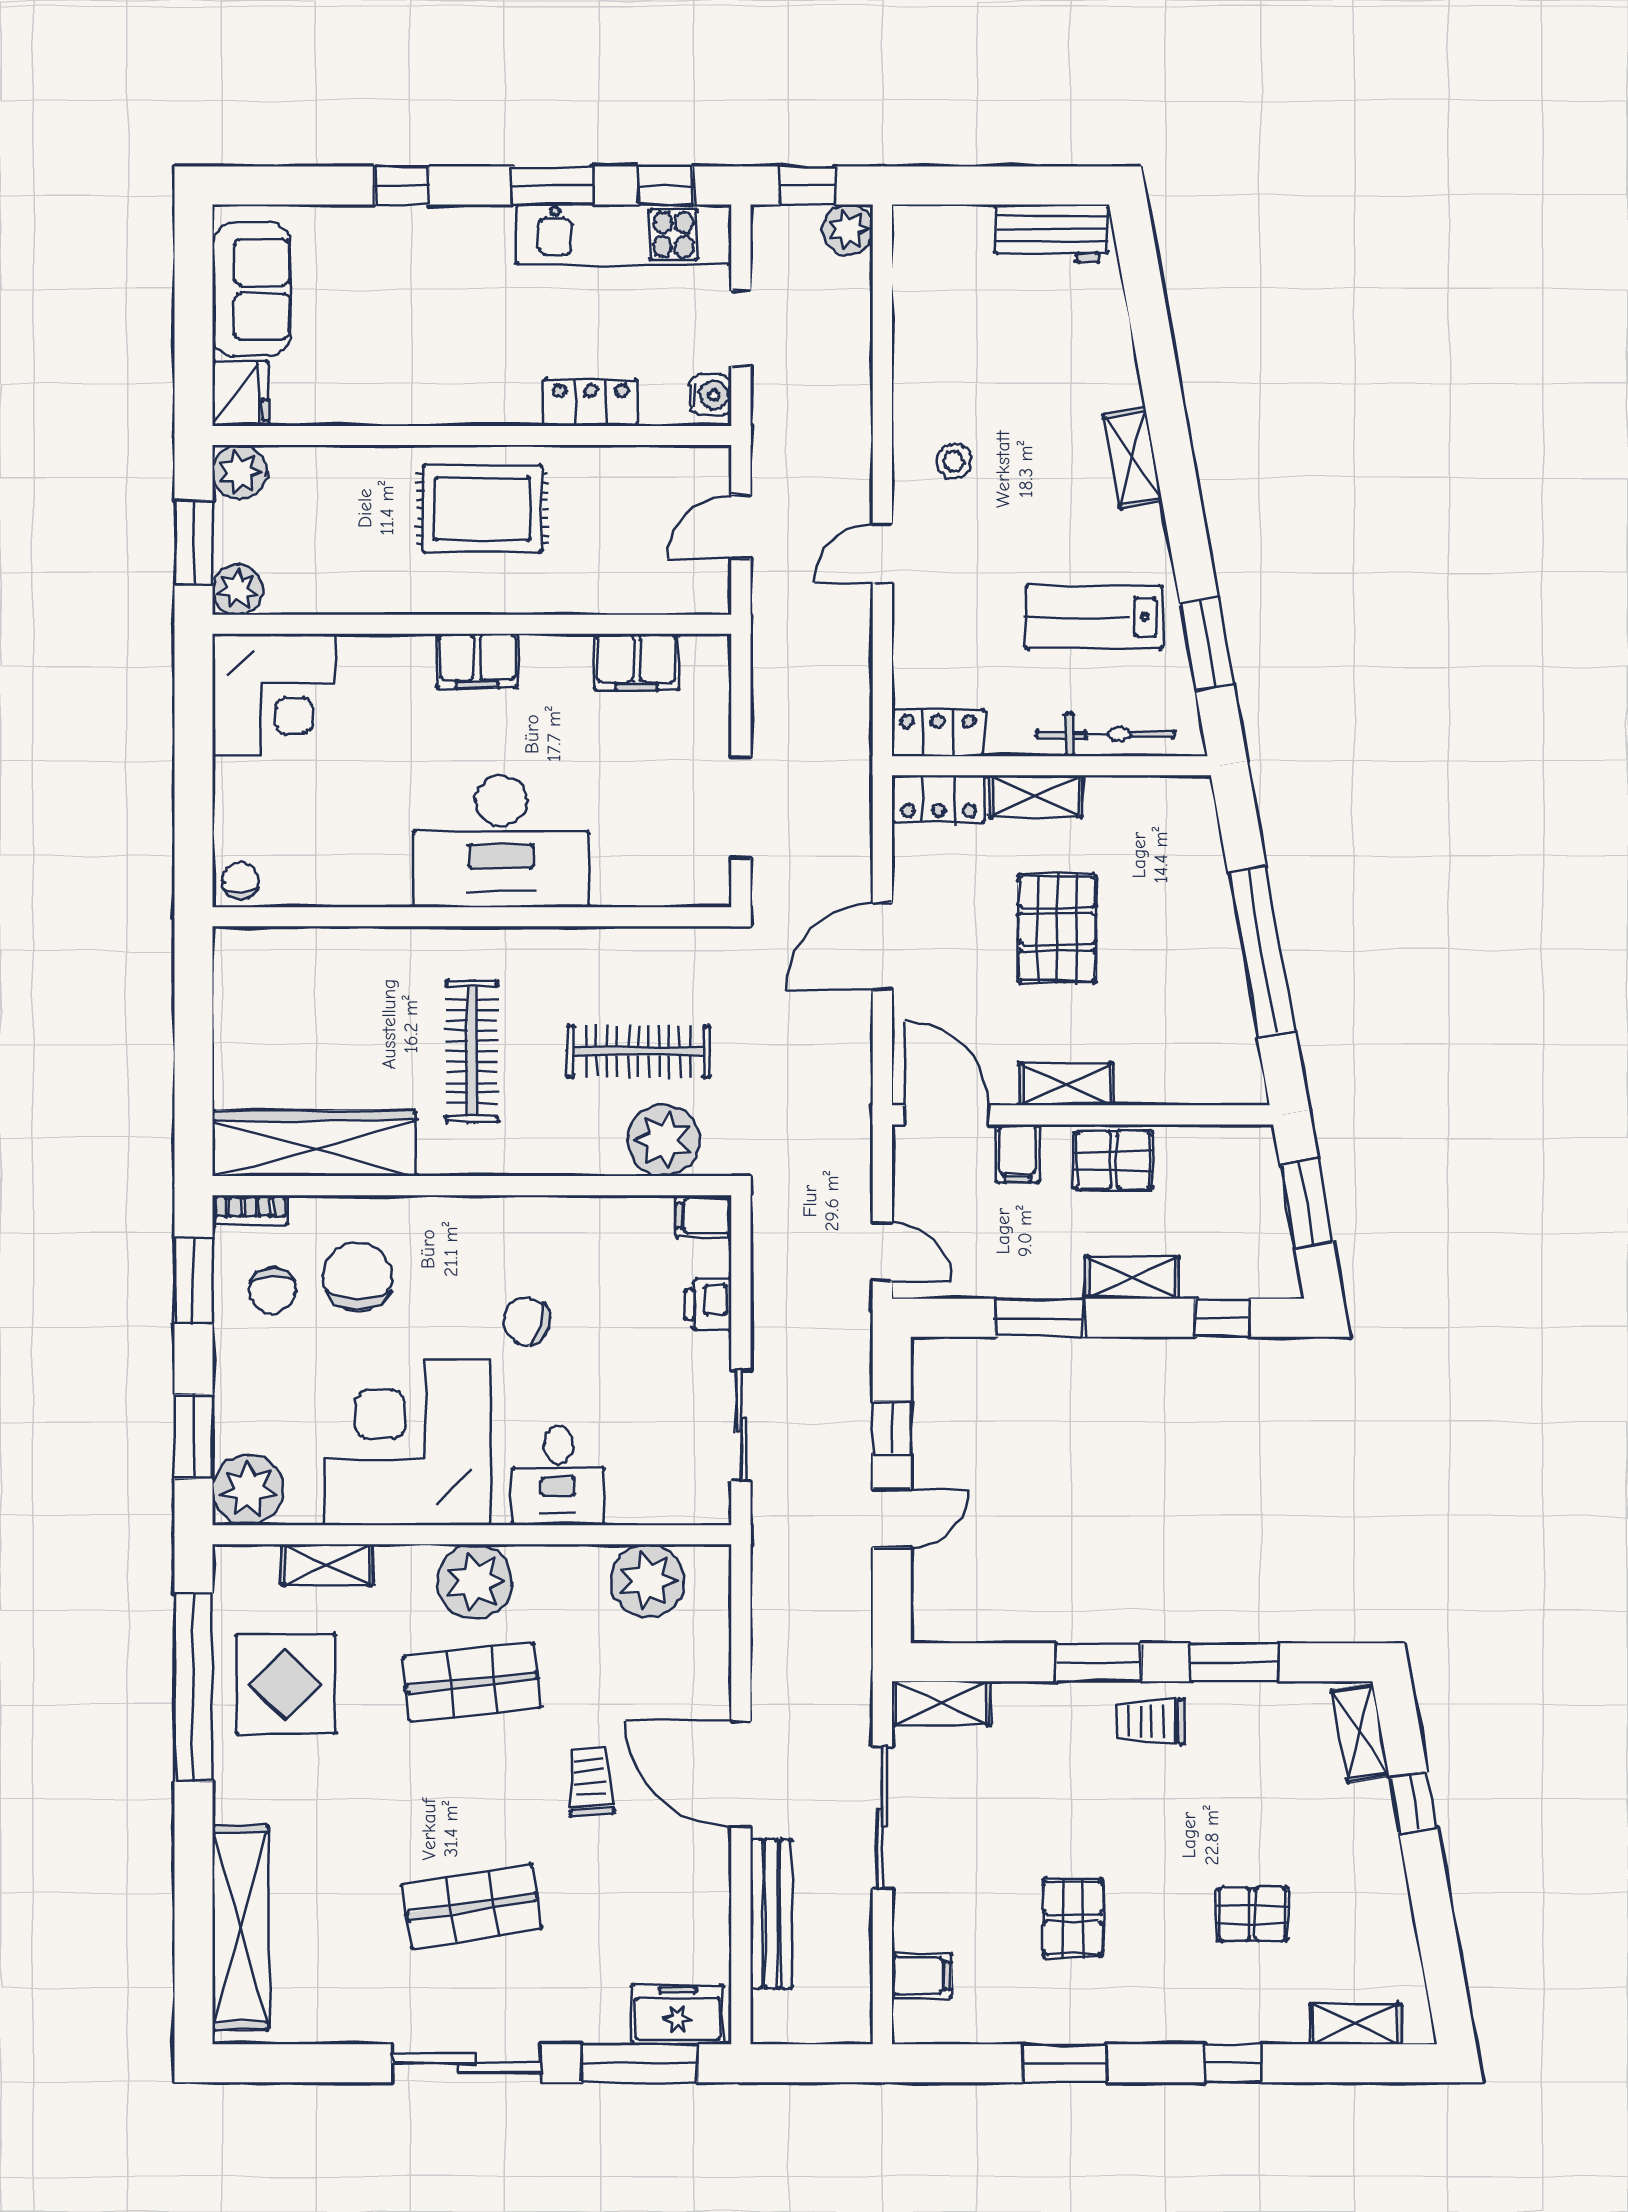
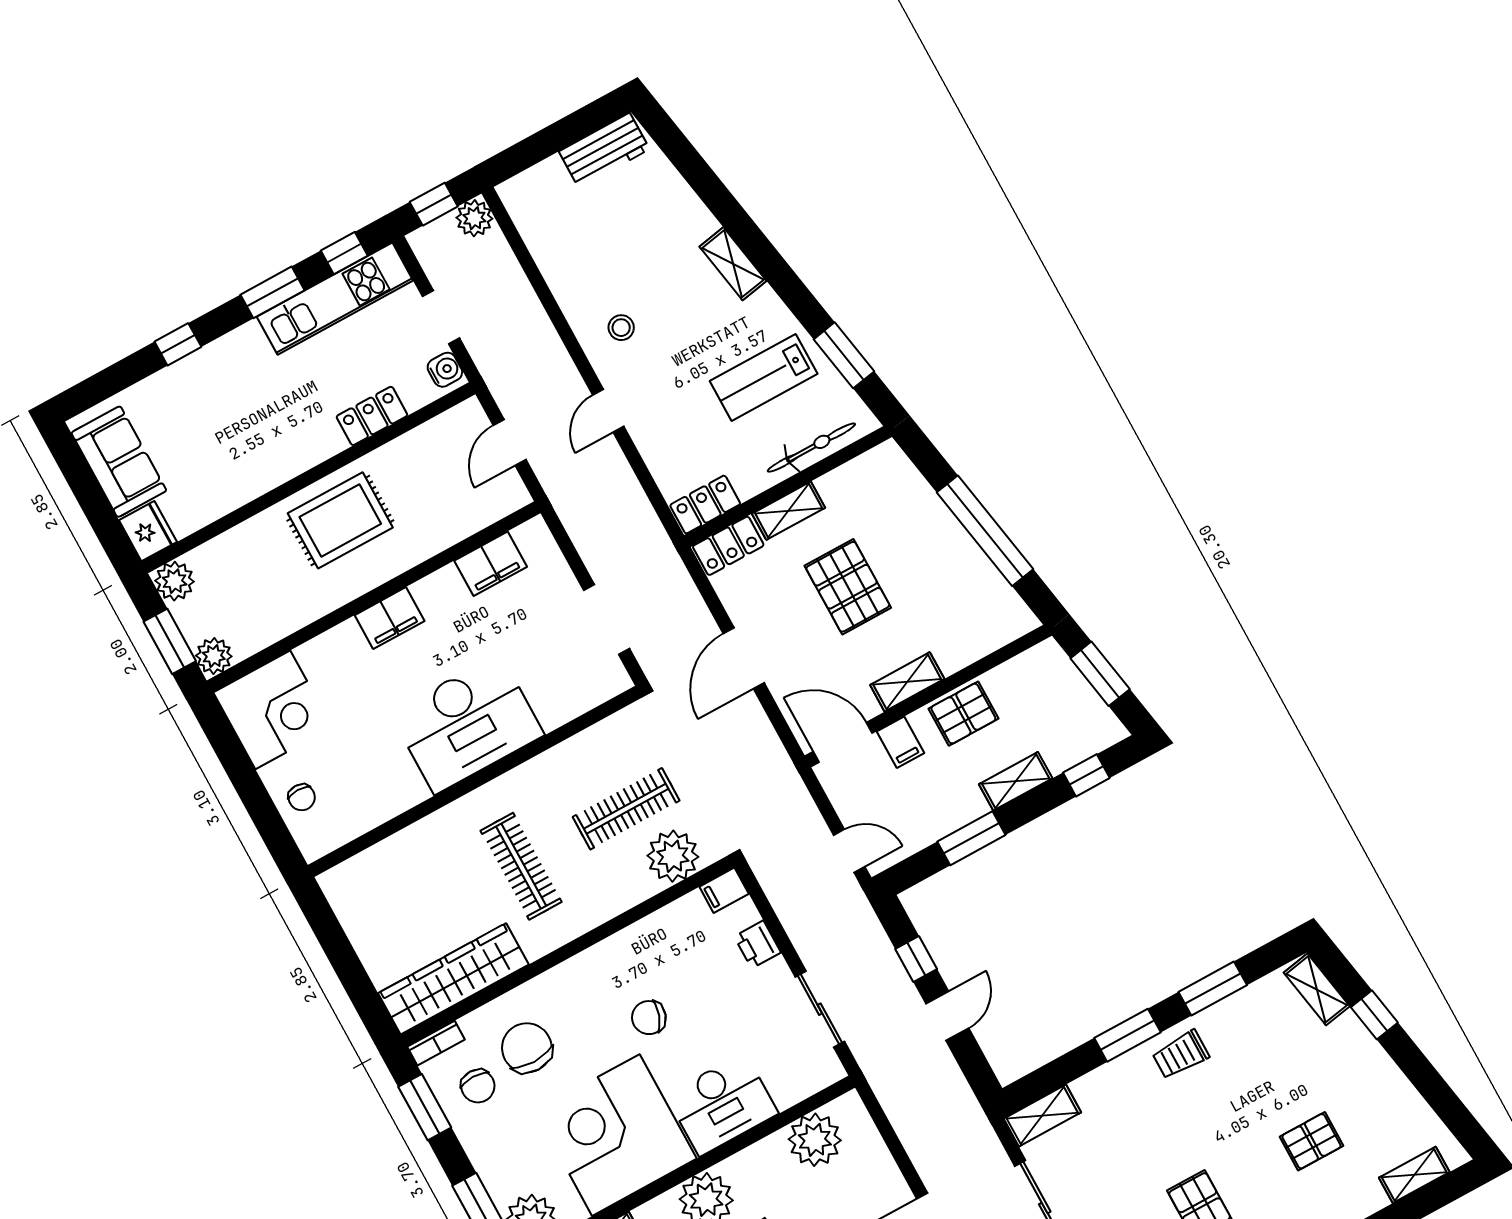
chair: (241, 881) -> (302, 797), moved, turned 180
desk: (558, 1476) -> (722, 1104), width x1.37

